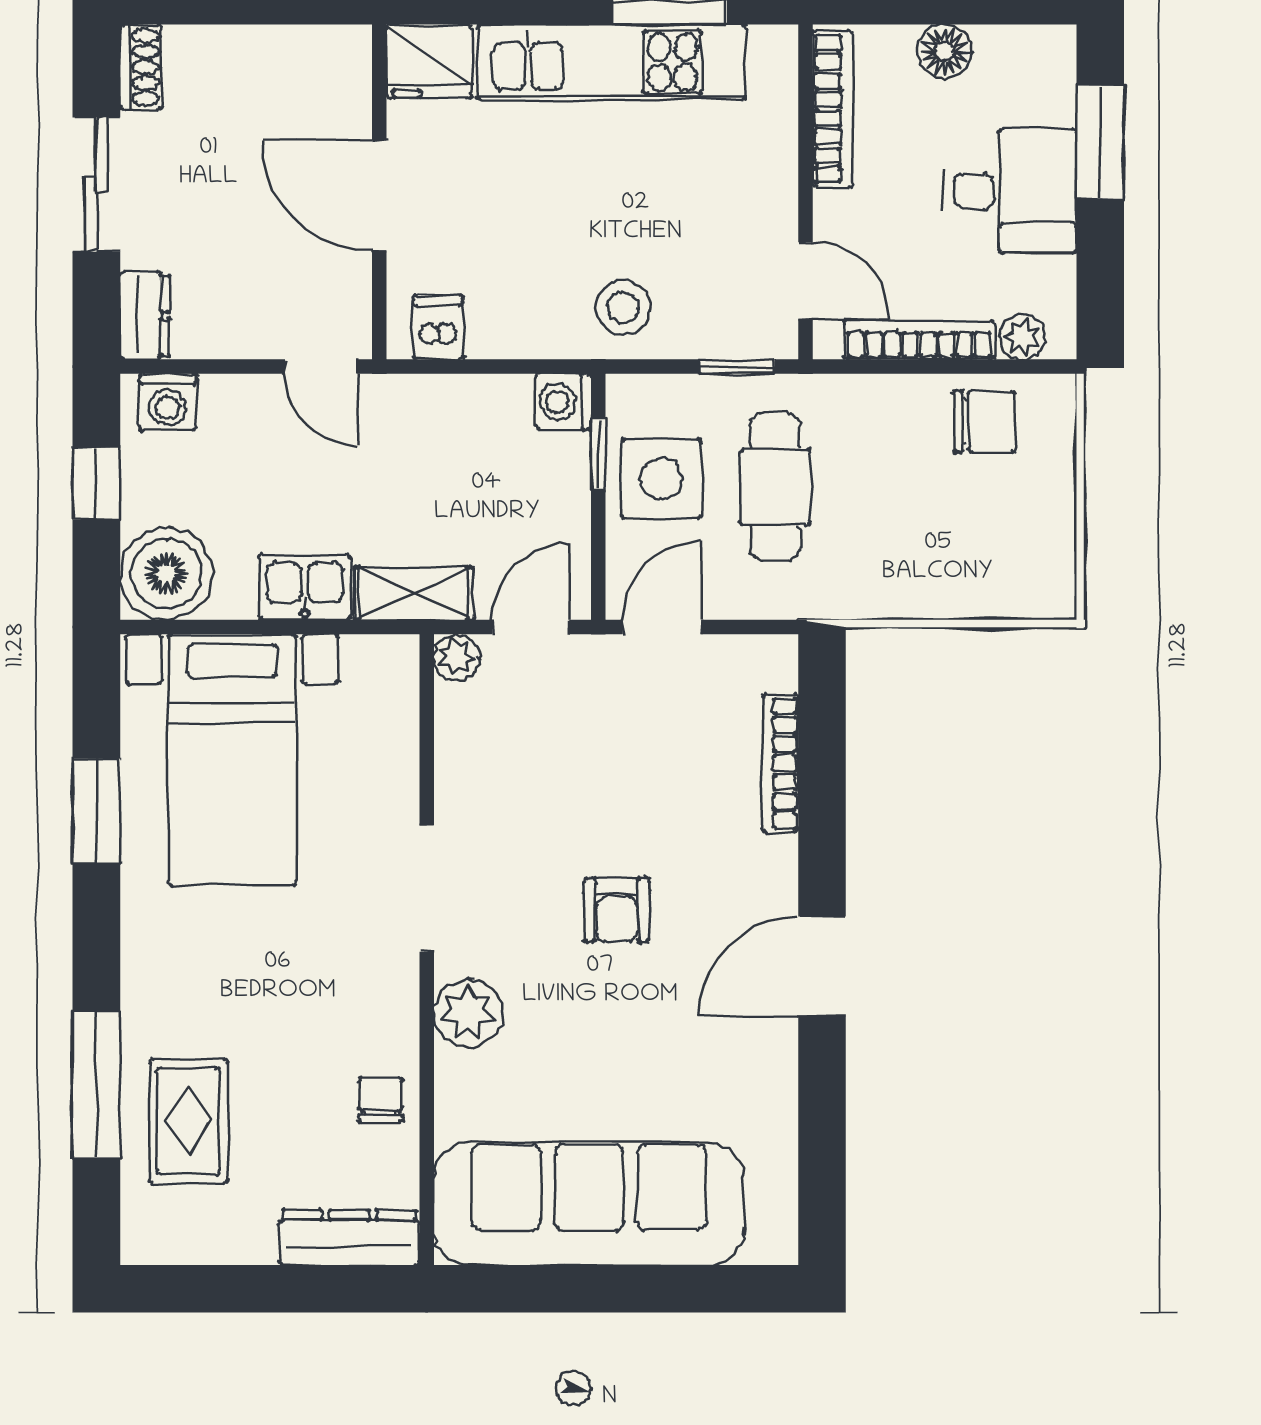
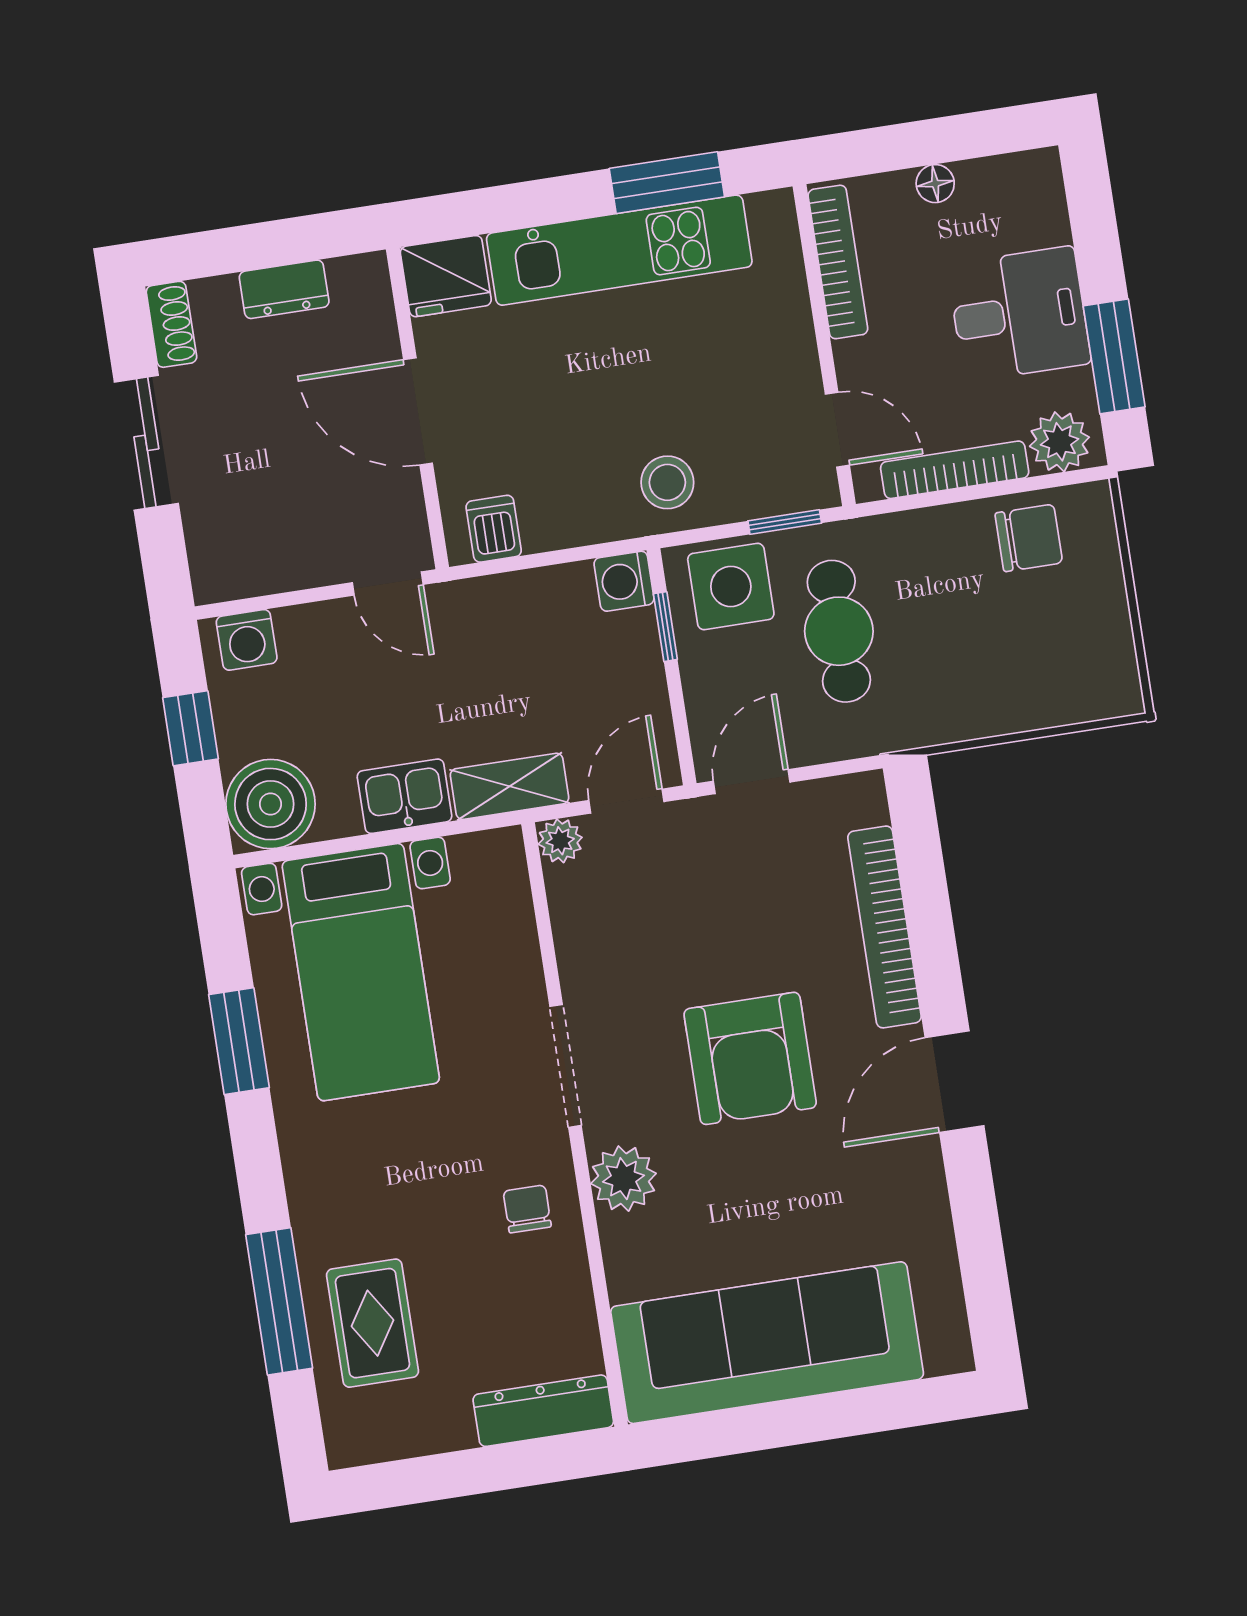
floor lamp: (945, 51) -> (935, 184), width x0.73, depth x0.73
window: (1100, 142) -> (1114, 356), moved
dresser: (145, 315) -> (284, 289), moved, turned 90
plant: (1022, 337) -> (1059, 442), width x1.38, depth x1.38
side table: (662, 479) -> (731, 586), moved
bookcase: (781, 763) -> (885, 927), width x1.48, depth x1.31
armchair: (617, 910) -> (750, 1058), width x1.88, depth x1.88
chair: (380, 1100) -> (527, 1209), moved

